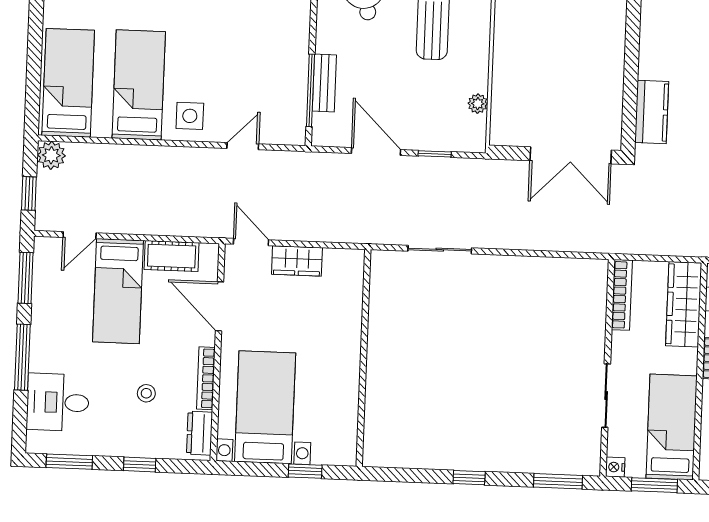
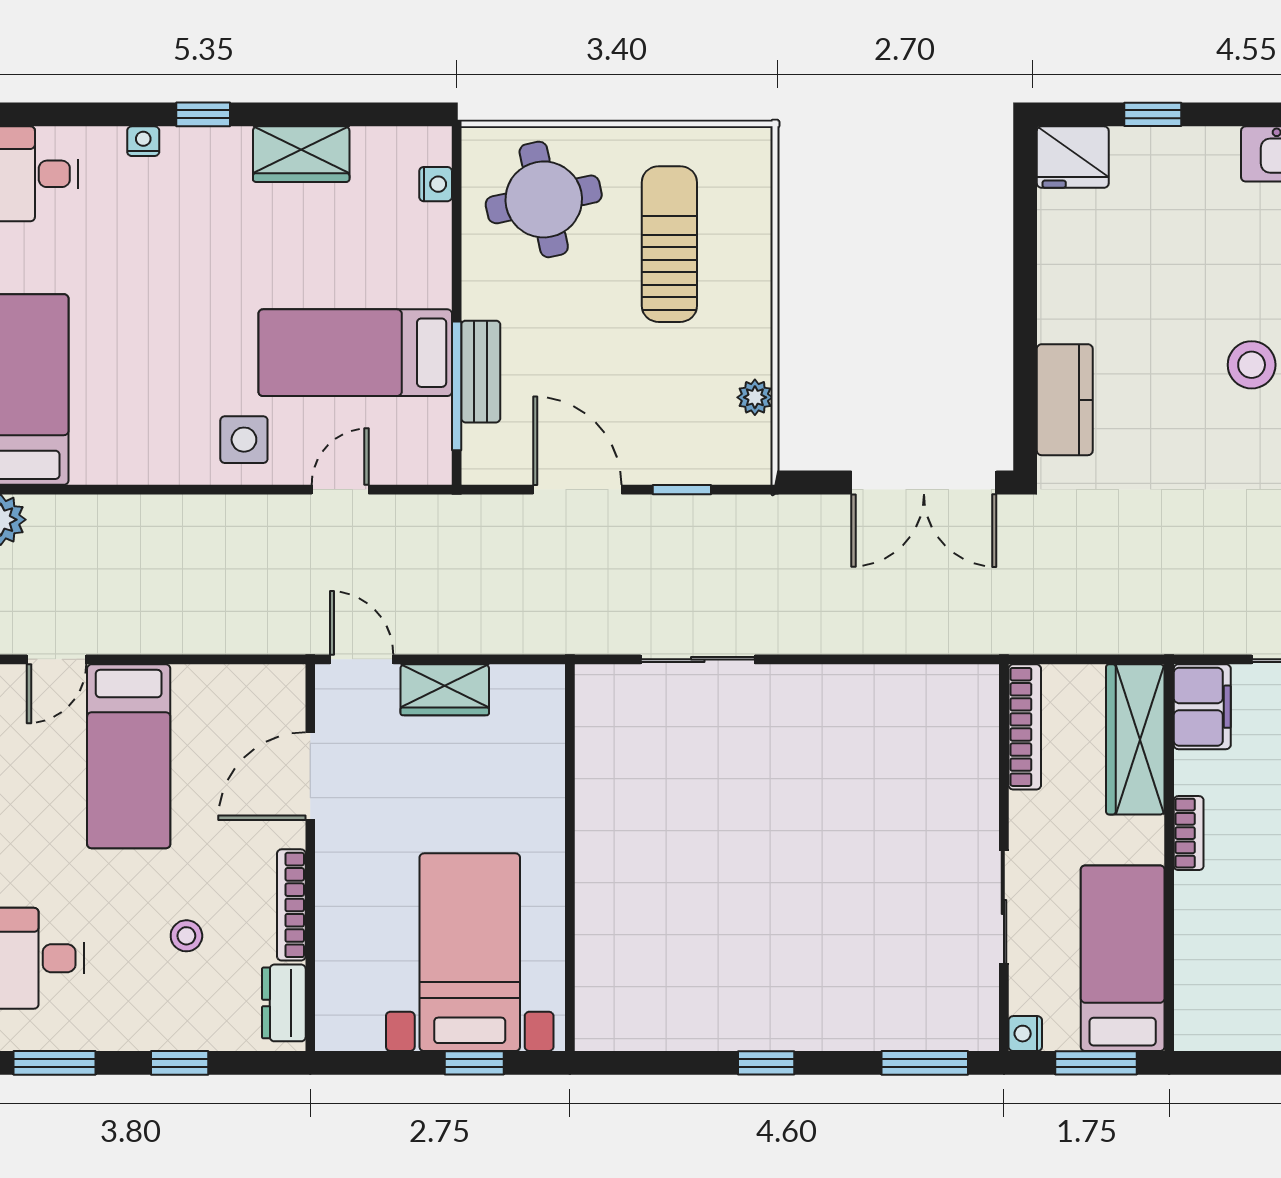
bed: (139, 85) -> (355, 353), moved, turned -90
cot: (172, 256) -> (222, 690), removed
door: (219, 306) -> (310, 776), hinge flipped
bed with nightstands: (265, 407) -> (470, 952), moved

